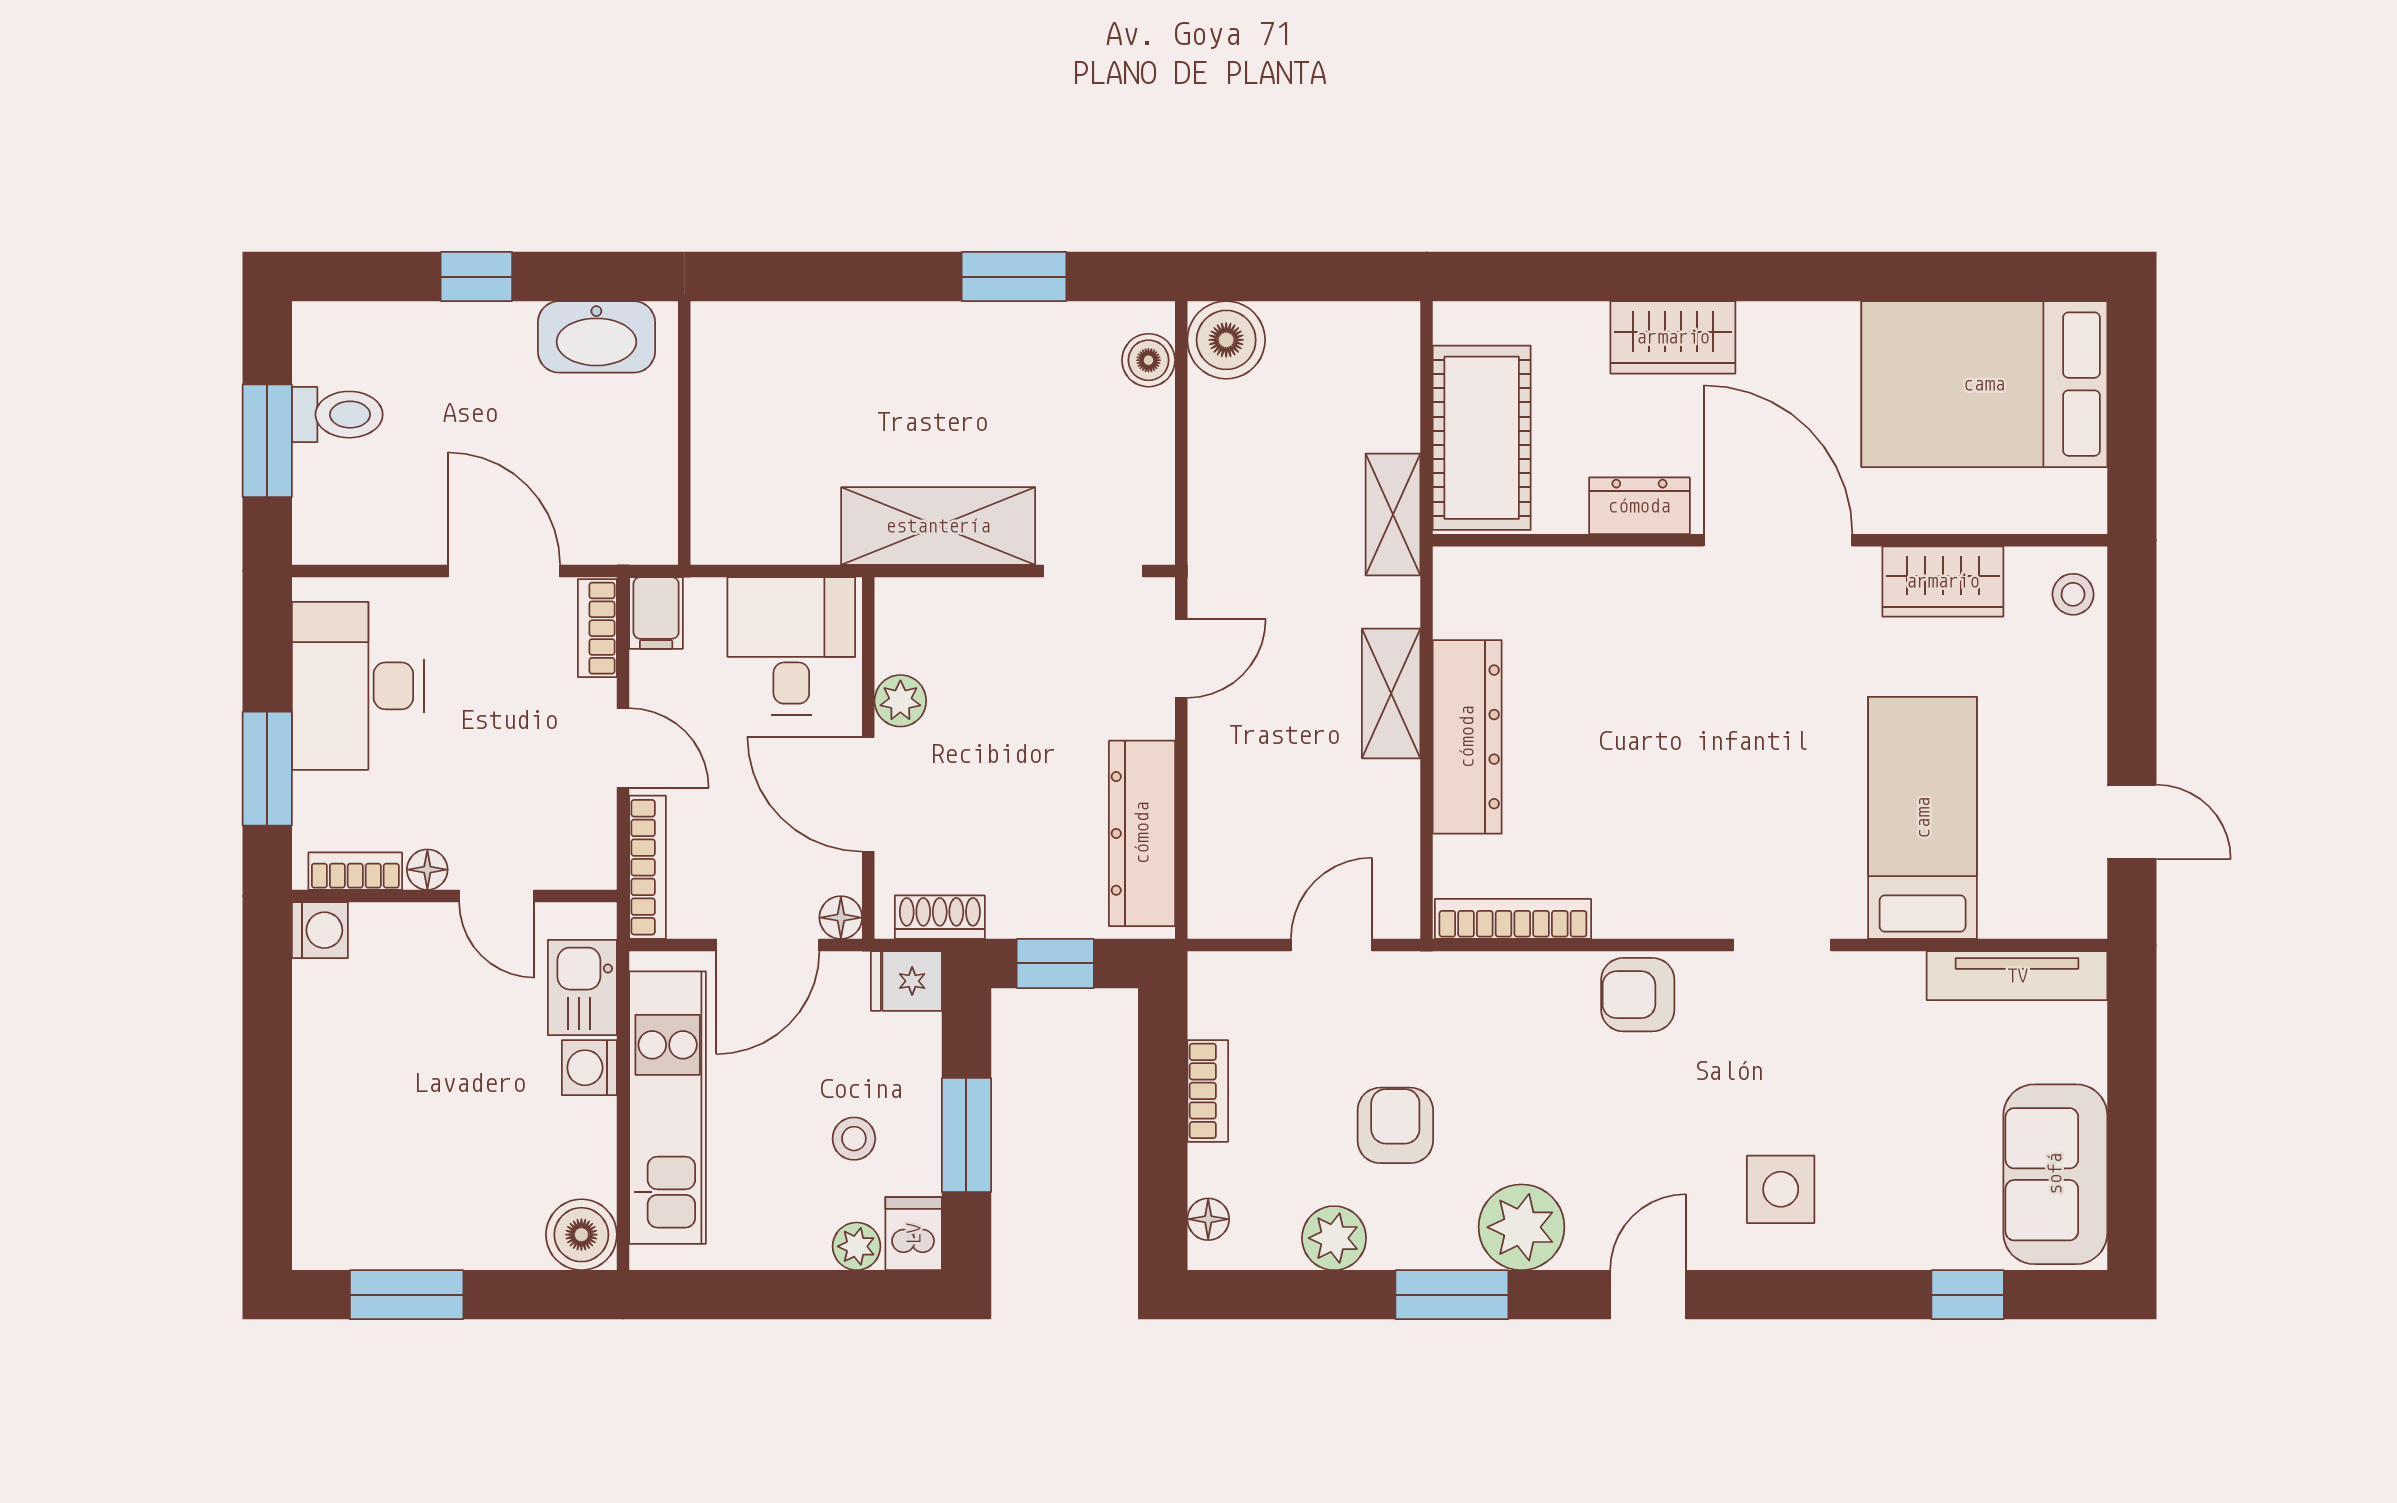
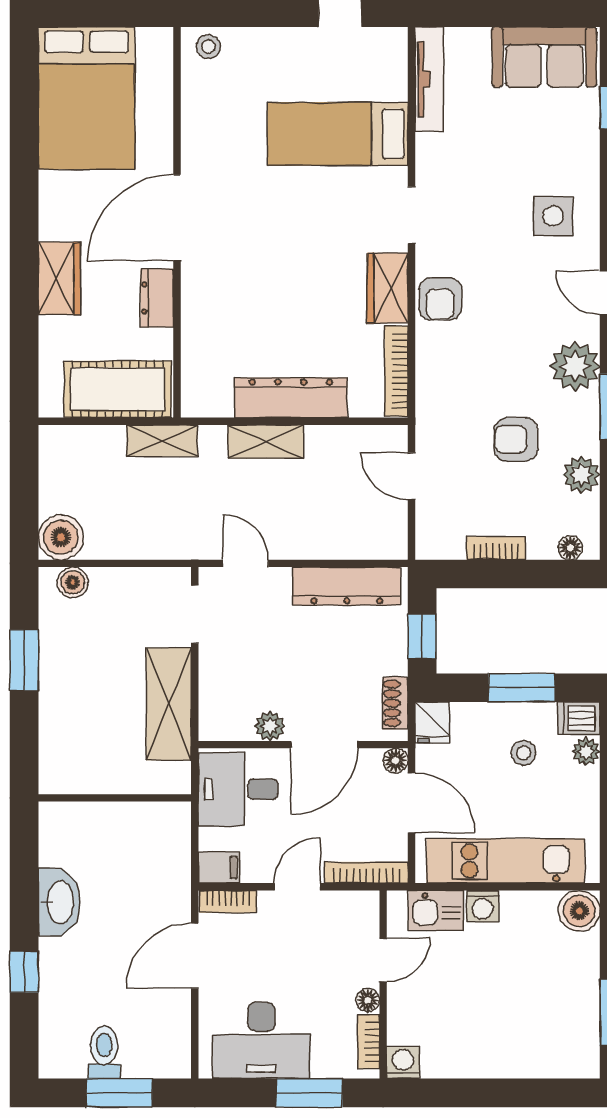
wall: (684, 433) -> (115, 798), moved
wardrobe: (1943, 581) -> (388, 288), moved, turned 180

